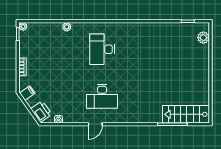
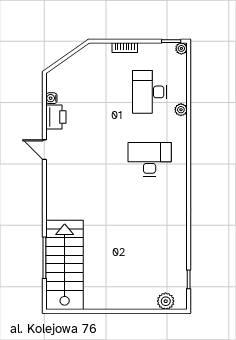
filing cabinet: (27, 93) -> (88, 54), removed
desk: (102, 96) -> (150, 92), moved
printer: (41, 112) -> (56, 117), moved, turned -55
stairs: (186, 114) -> (65, 265), width x1.36, depth x1.51

